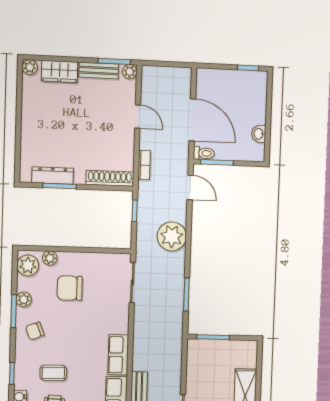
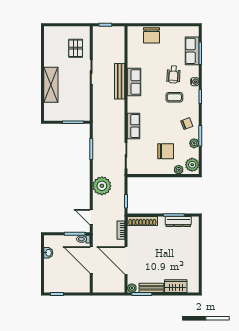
plant: (30, 67) -> (194, 288), removed
door: (138, 116) -> (126, 260), width x1.88
row of seats: (118, 355) -> (134, 126), moved

